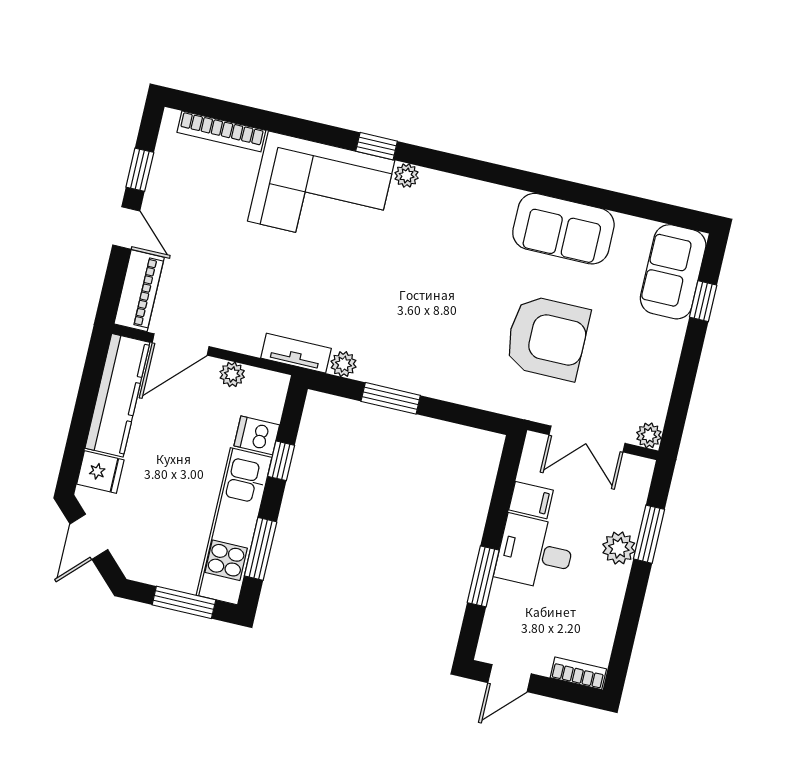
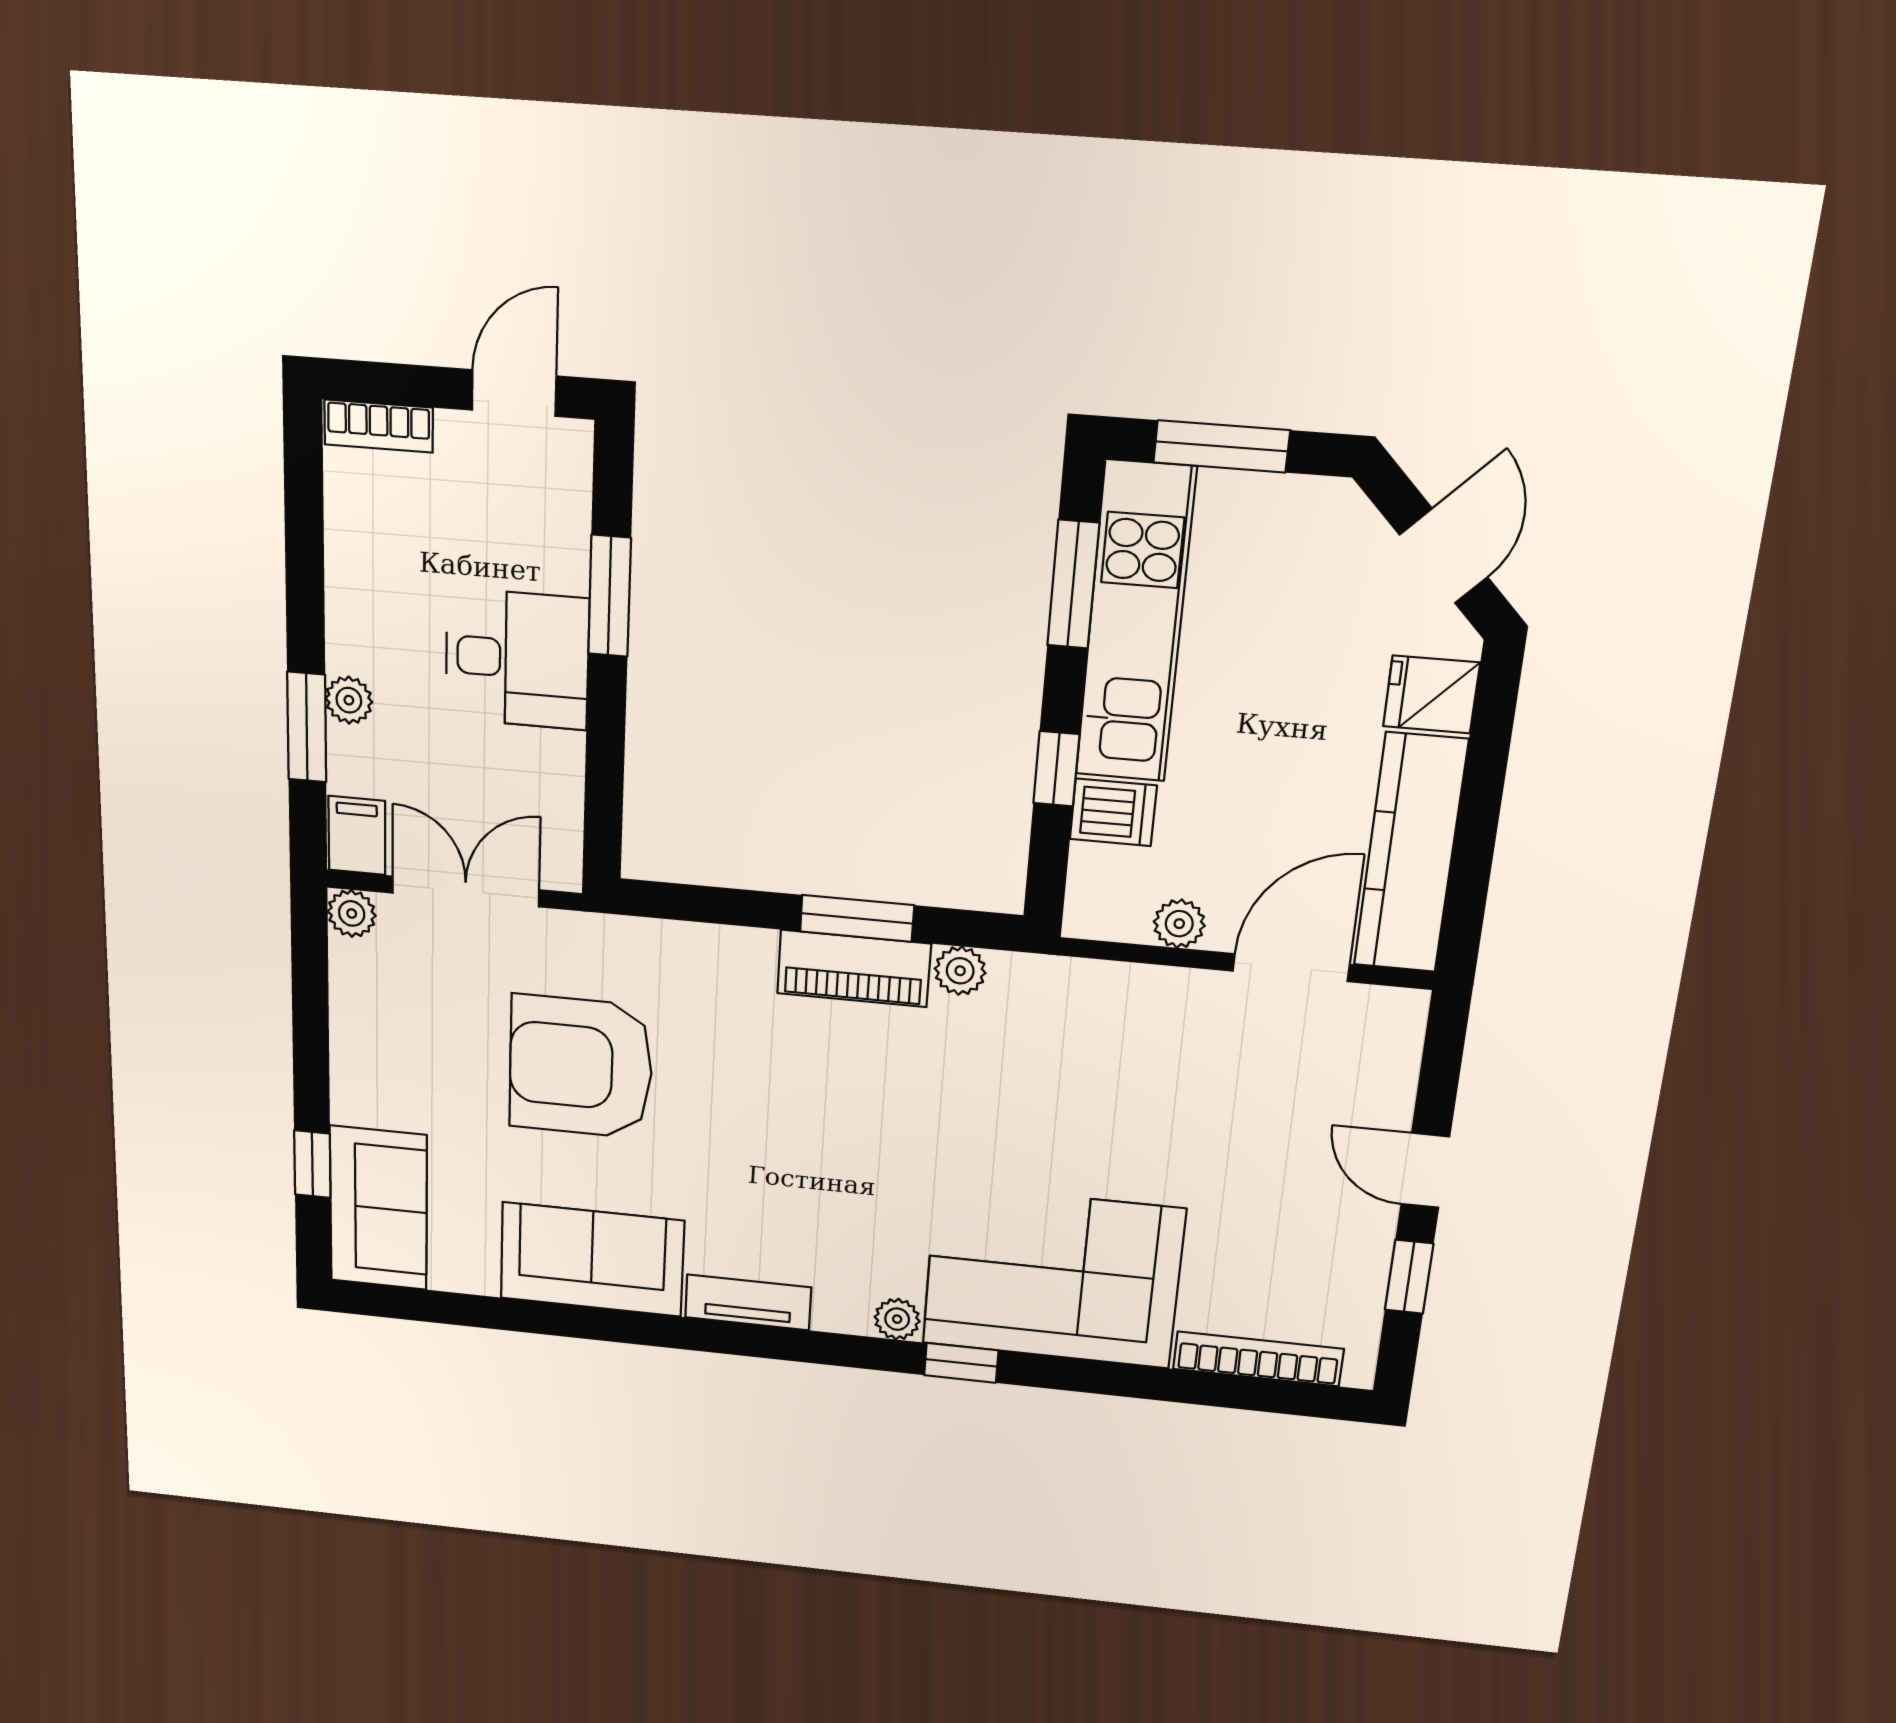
piano: (139, 291) -> (854, 969), moved, turned -90
tv unit: (296, 353) -> (748, 1302), moved, turned 180
filing cabinet: (531, 500) -> (357, 835), moved, turned 90
plant: (619, 548) -> (349, 700), width x0.73, depth x0.73

